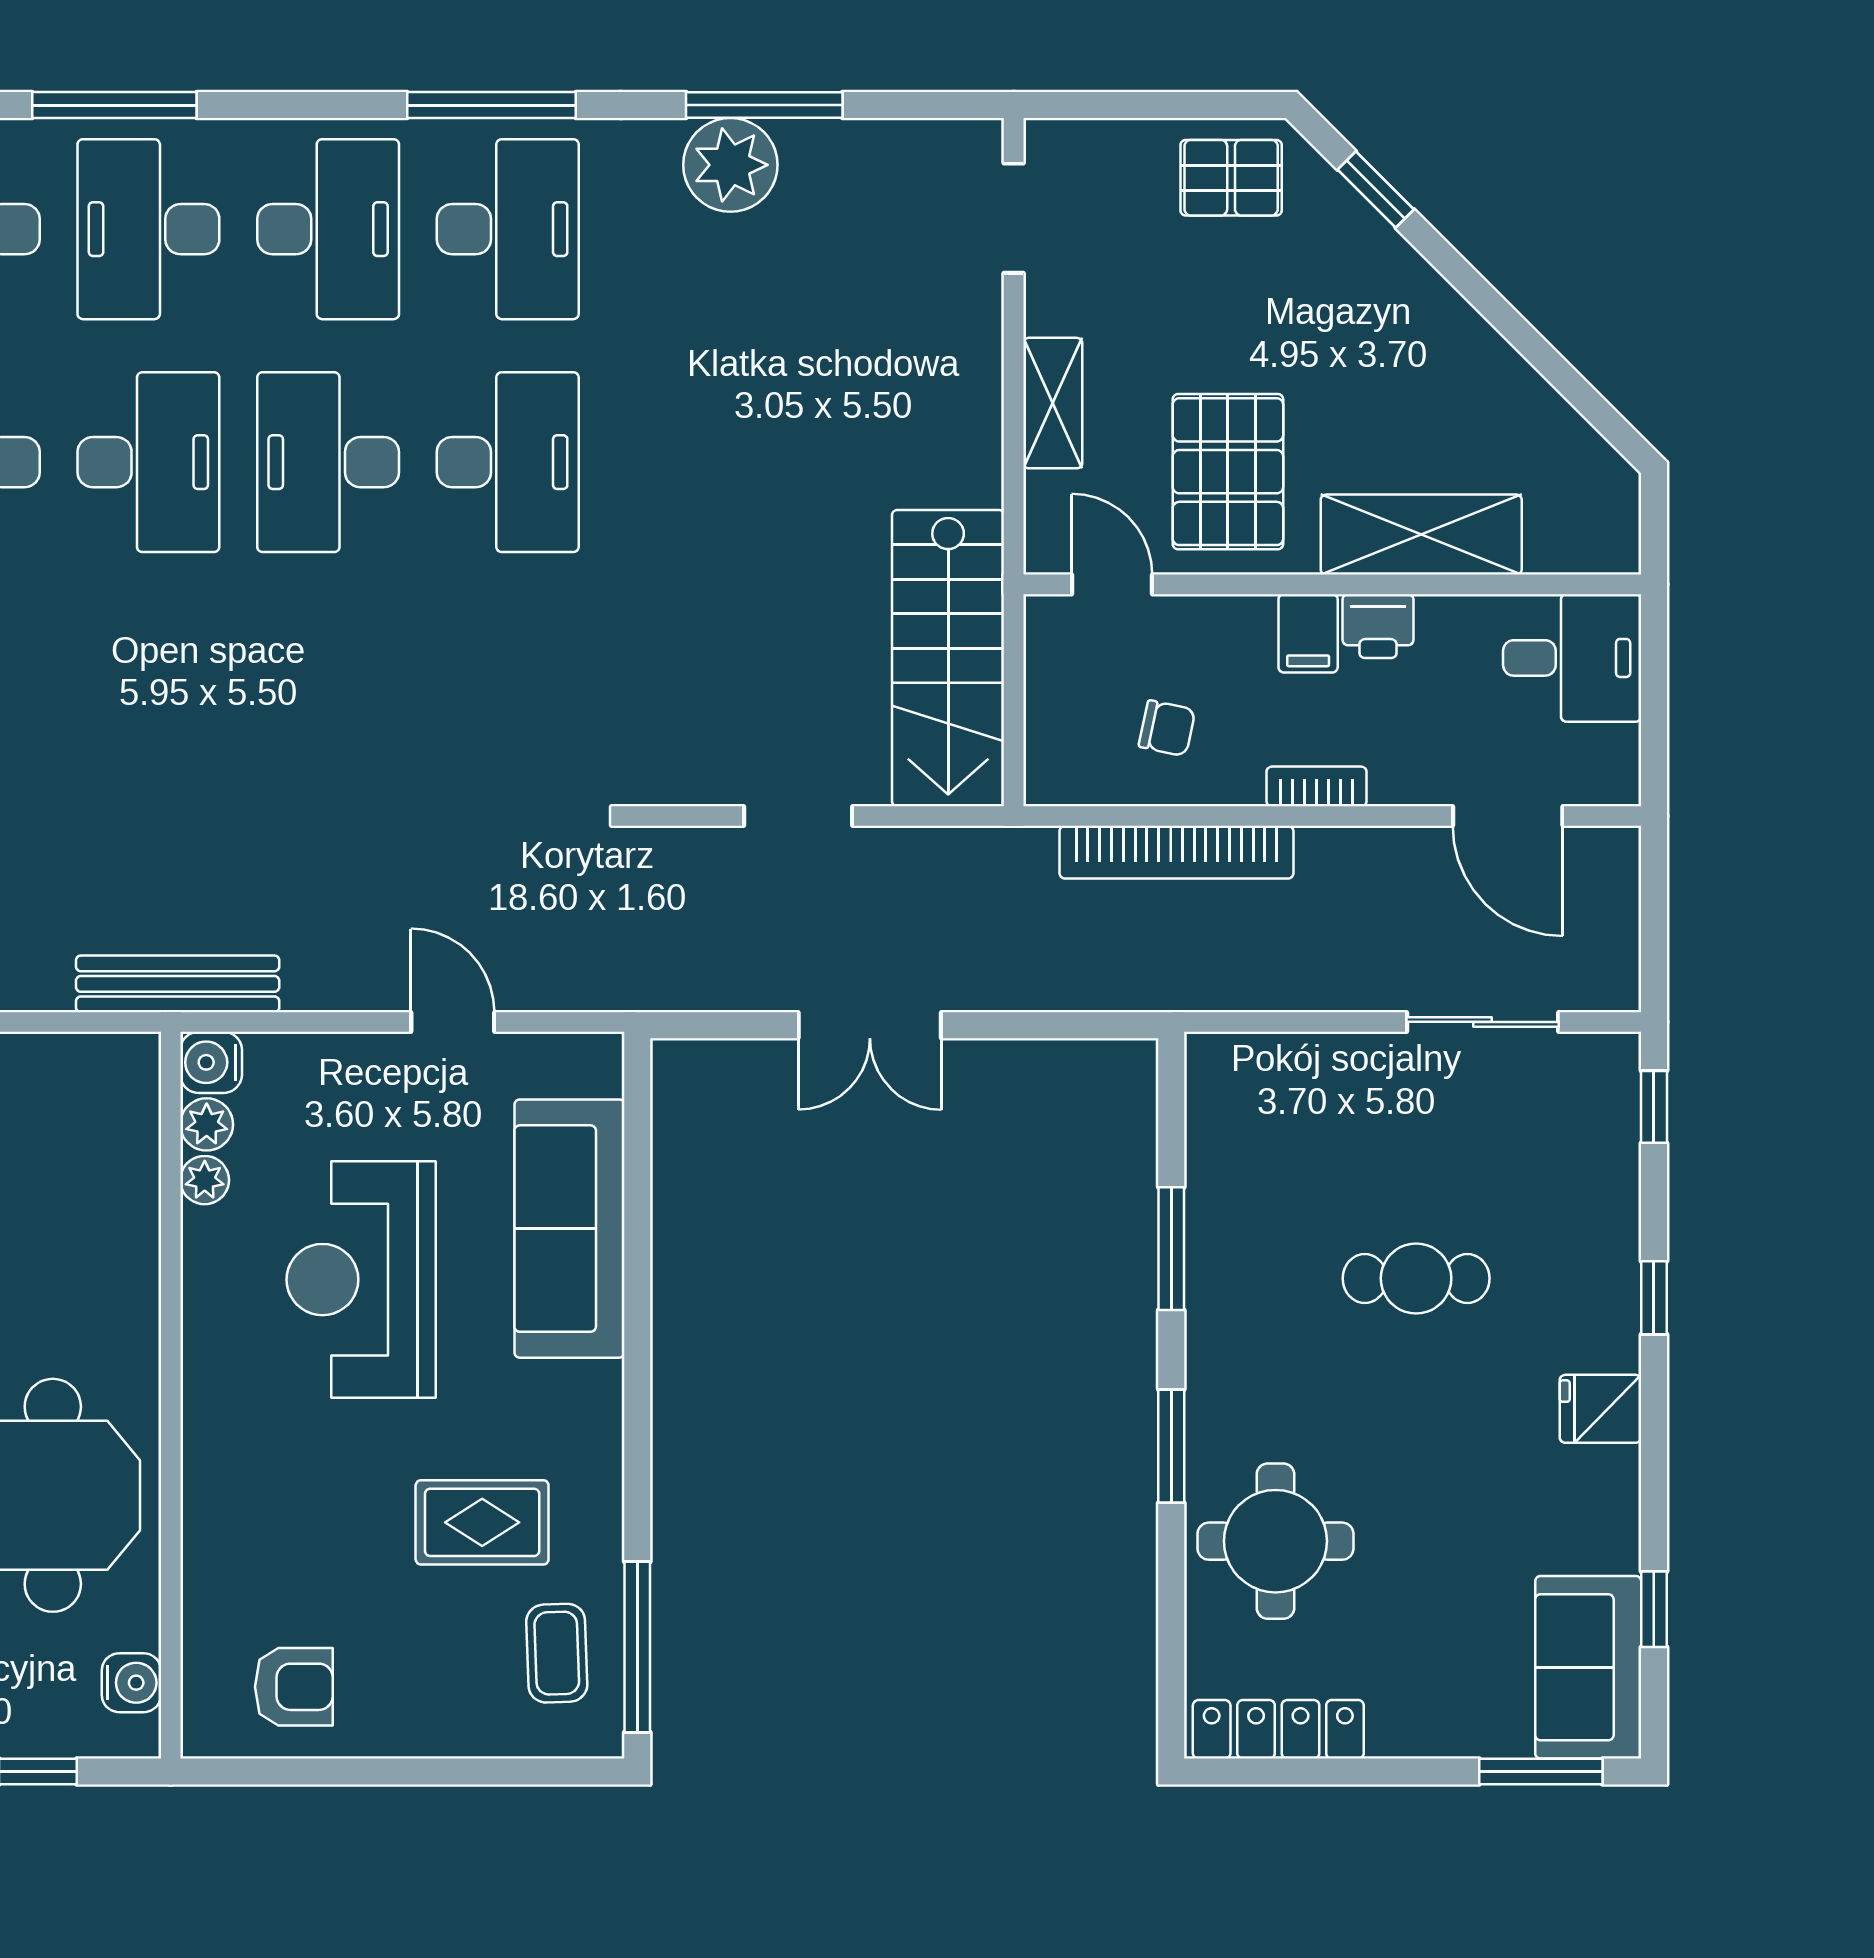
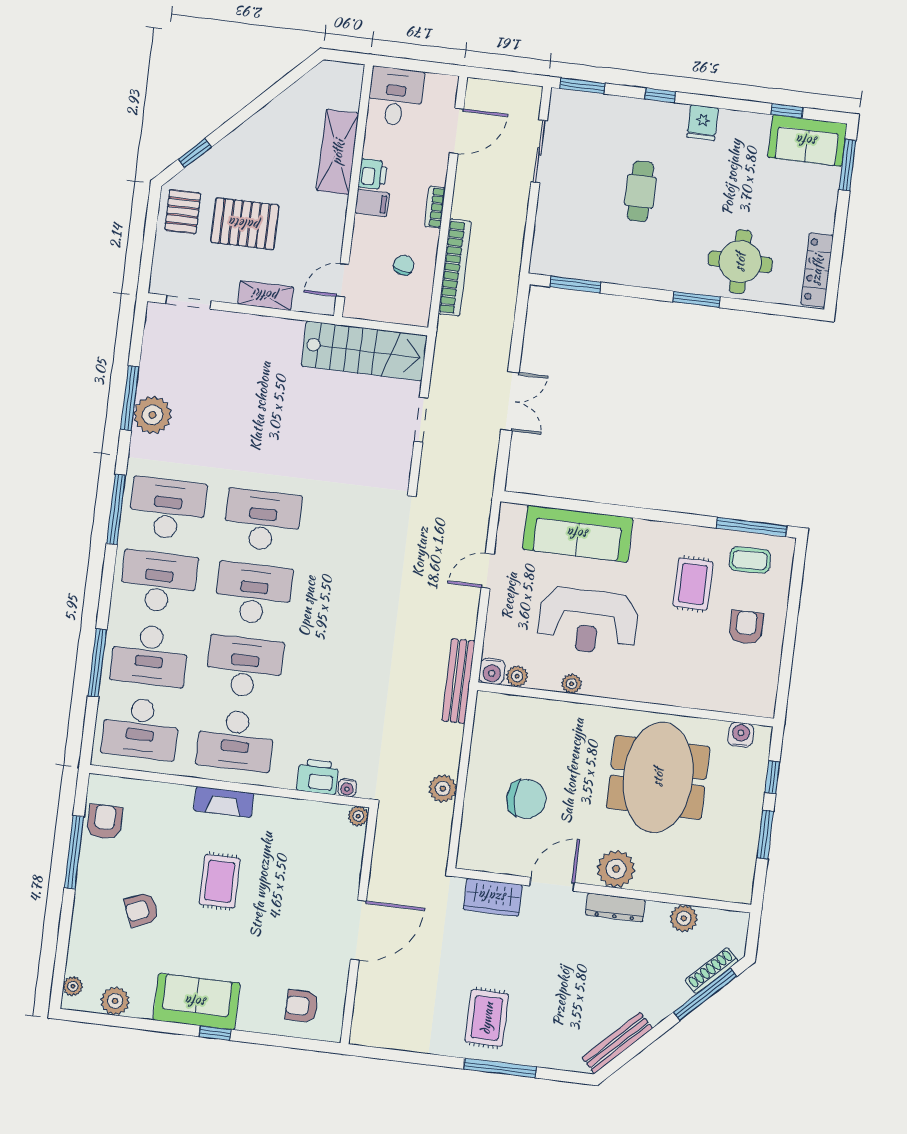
desk: (328, 462) -> (253, 594), turned 180
pallet: (1228, 472) -> (245, 224), moved
window: (1654, 1107) -> (582, 86), width x1.50
plant: (205, 1180) -> (572, 684), moved
window: (1171, 1249) -> (575, 284), moved
armchair: (294, 1687) -> (746, 627), moved

